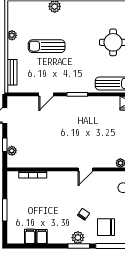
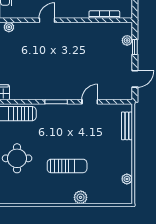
plant: (12, 35) -> (127, 179), moved
sun lounger: (47, 46) -> (67, 166), moved

